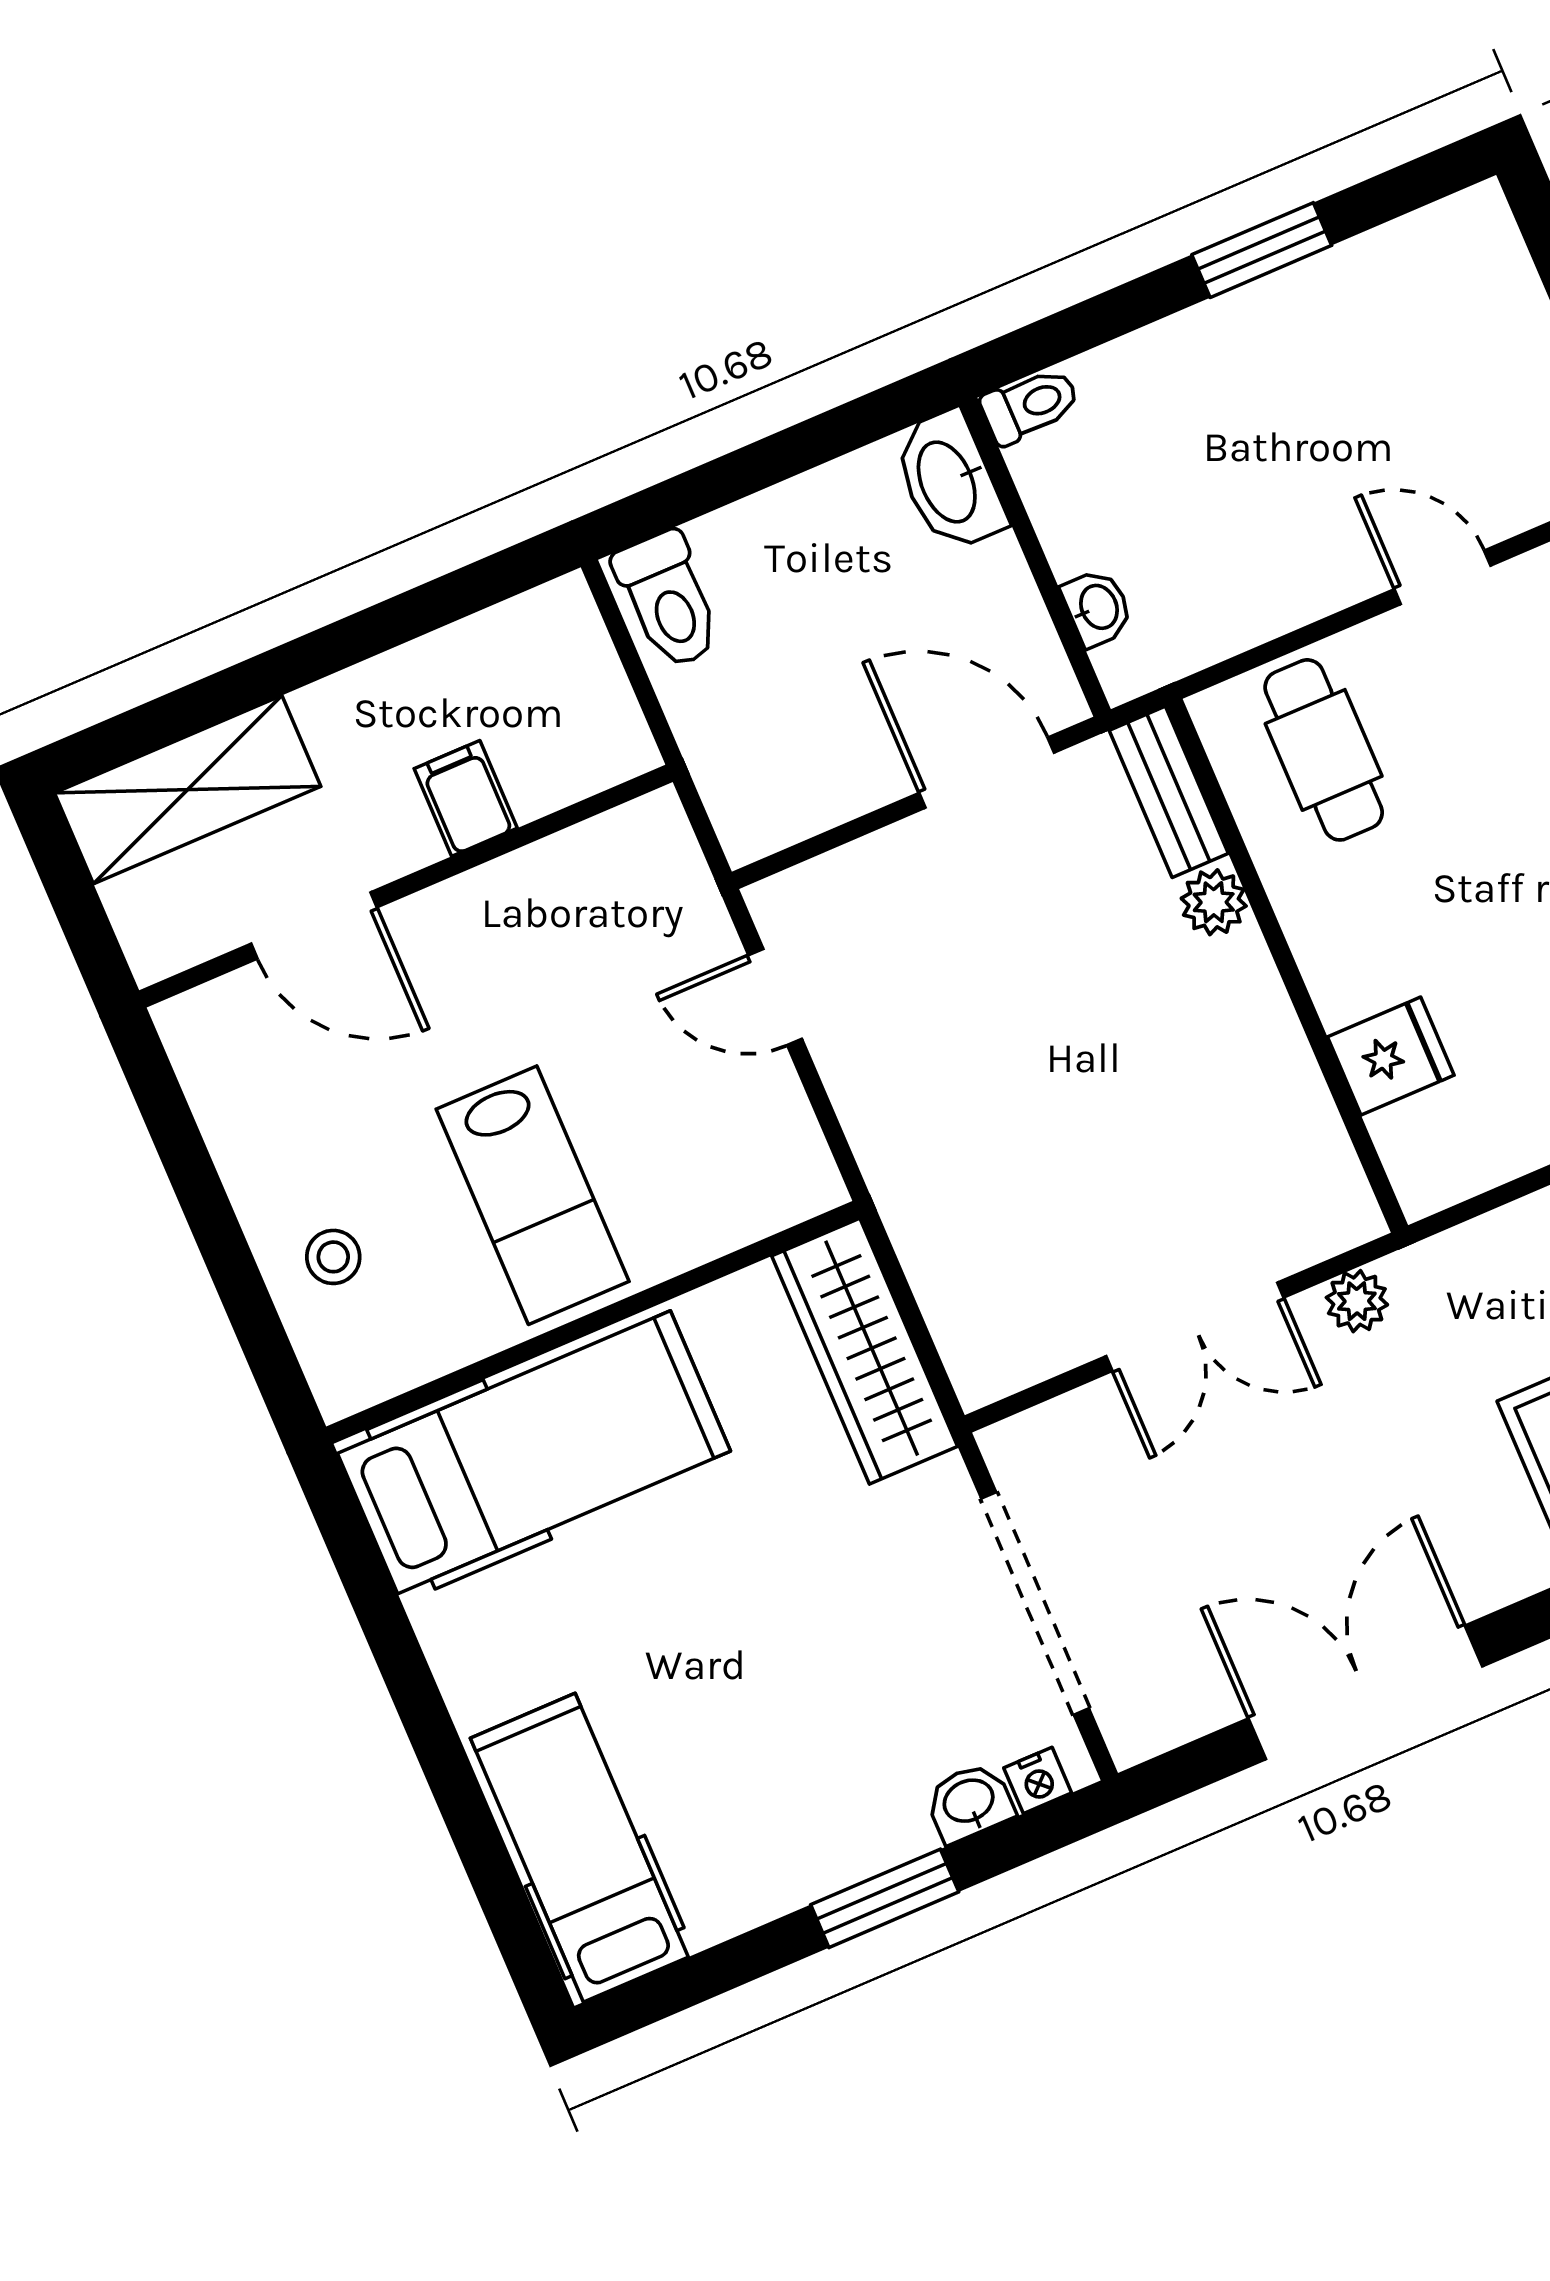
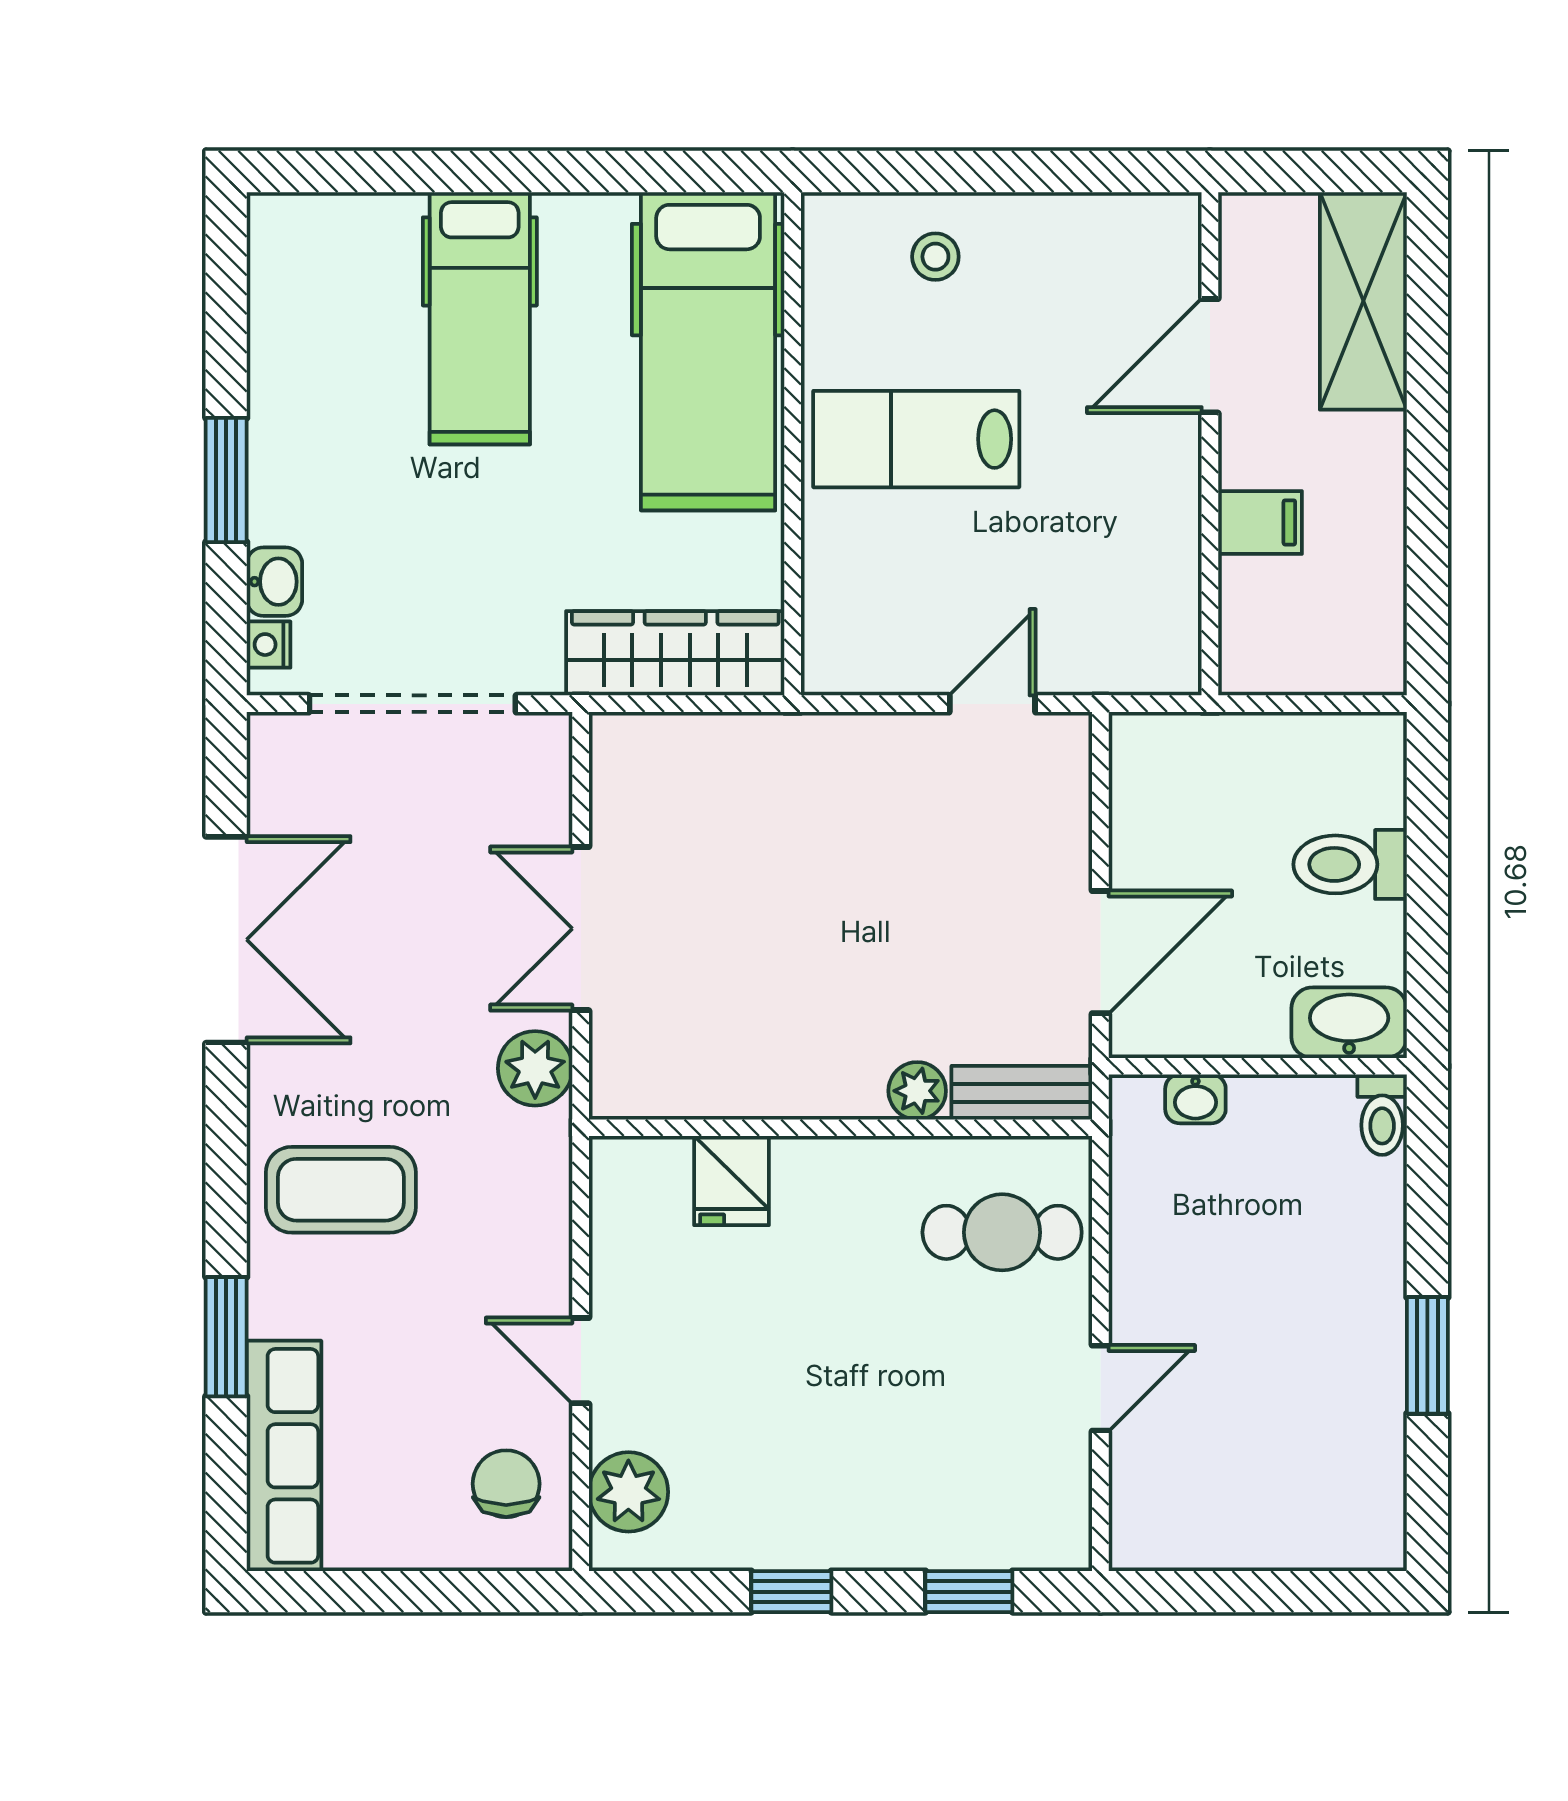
toilet: (668, 600) -> (1350, 864), moved
plant: (1357, 1301) -> (535, 1068), width x1.38, depth x1.38
hospital bed: (579, 1848) -> (480, 318), moved, turned 90

